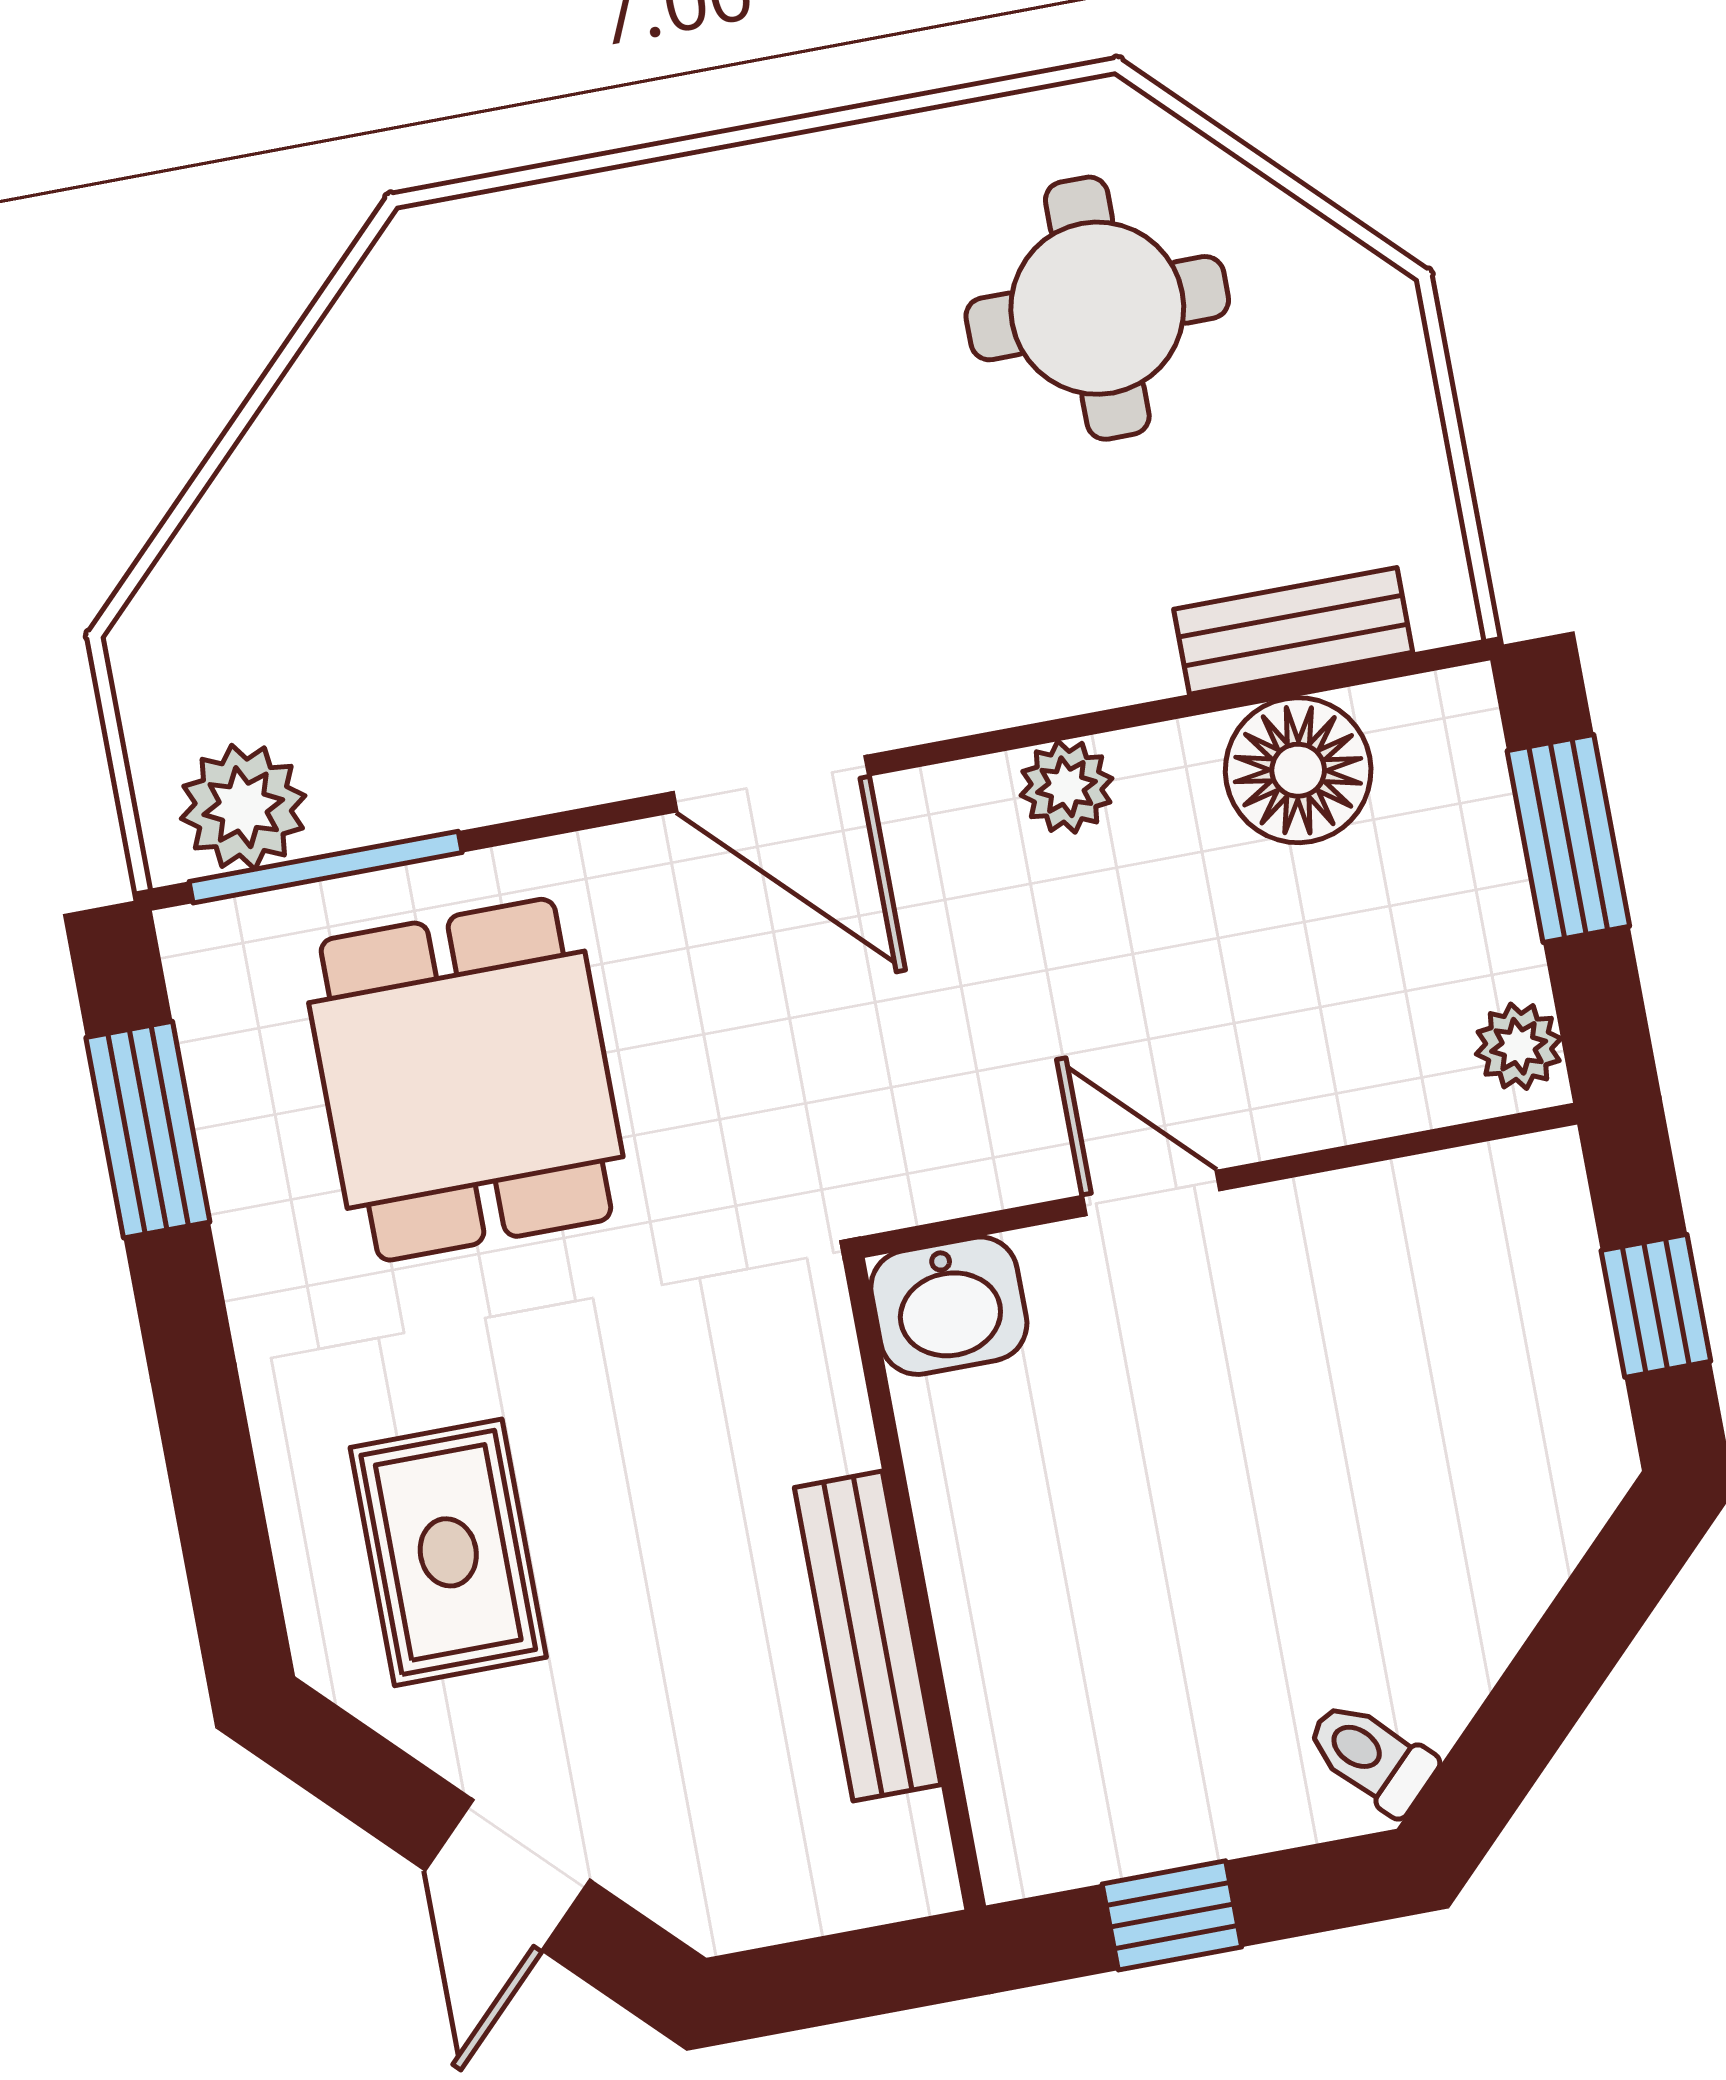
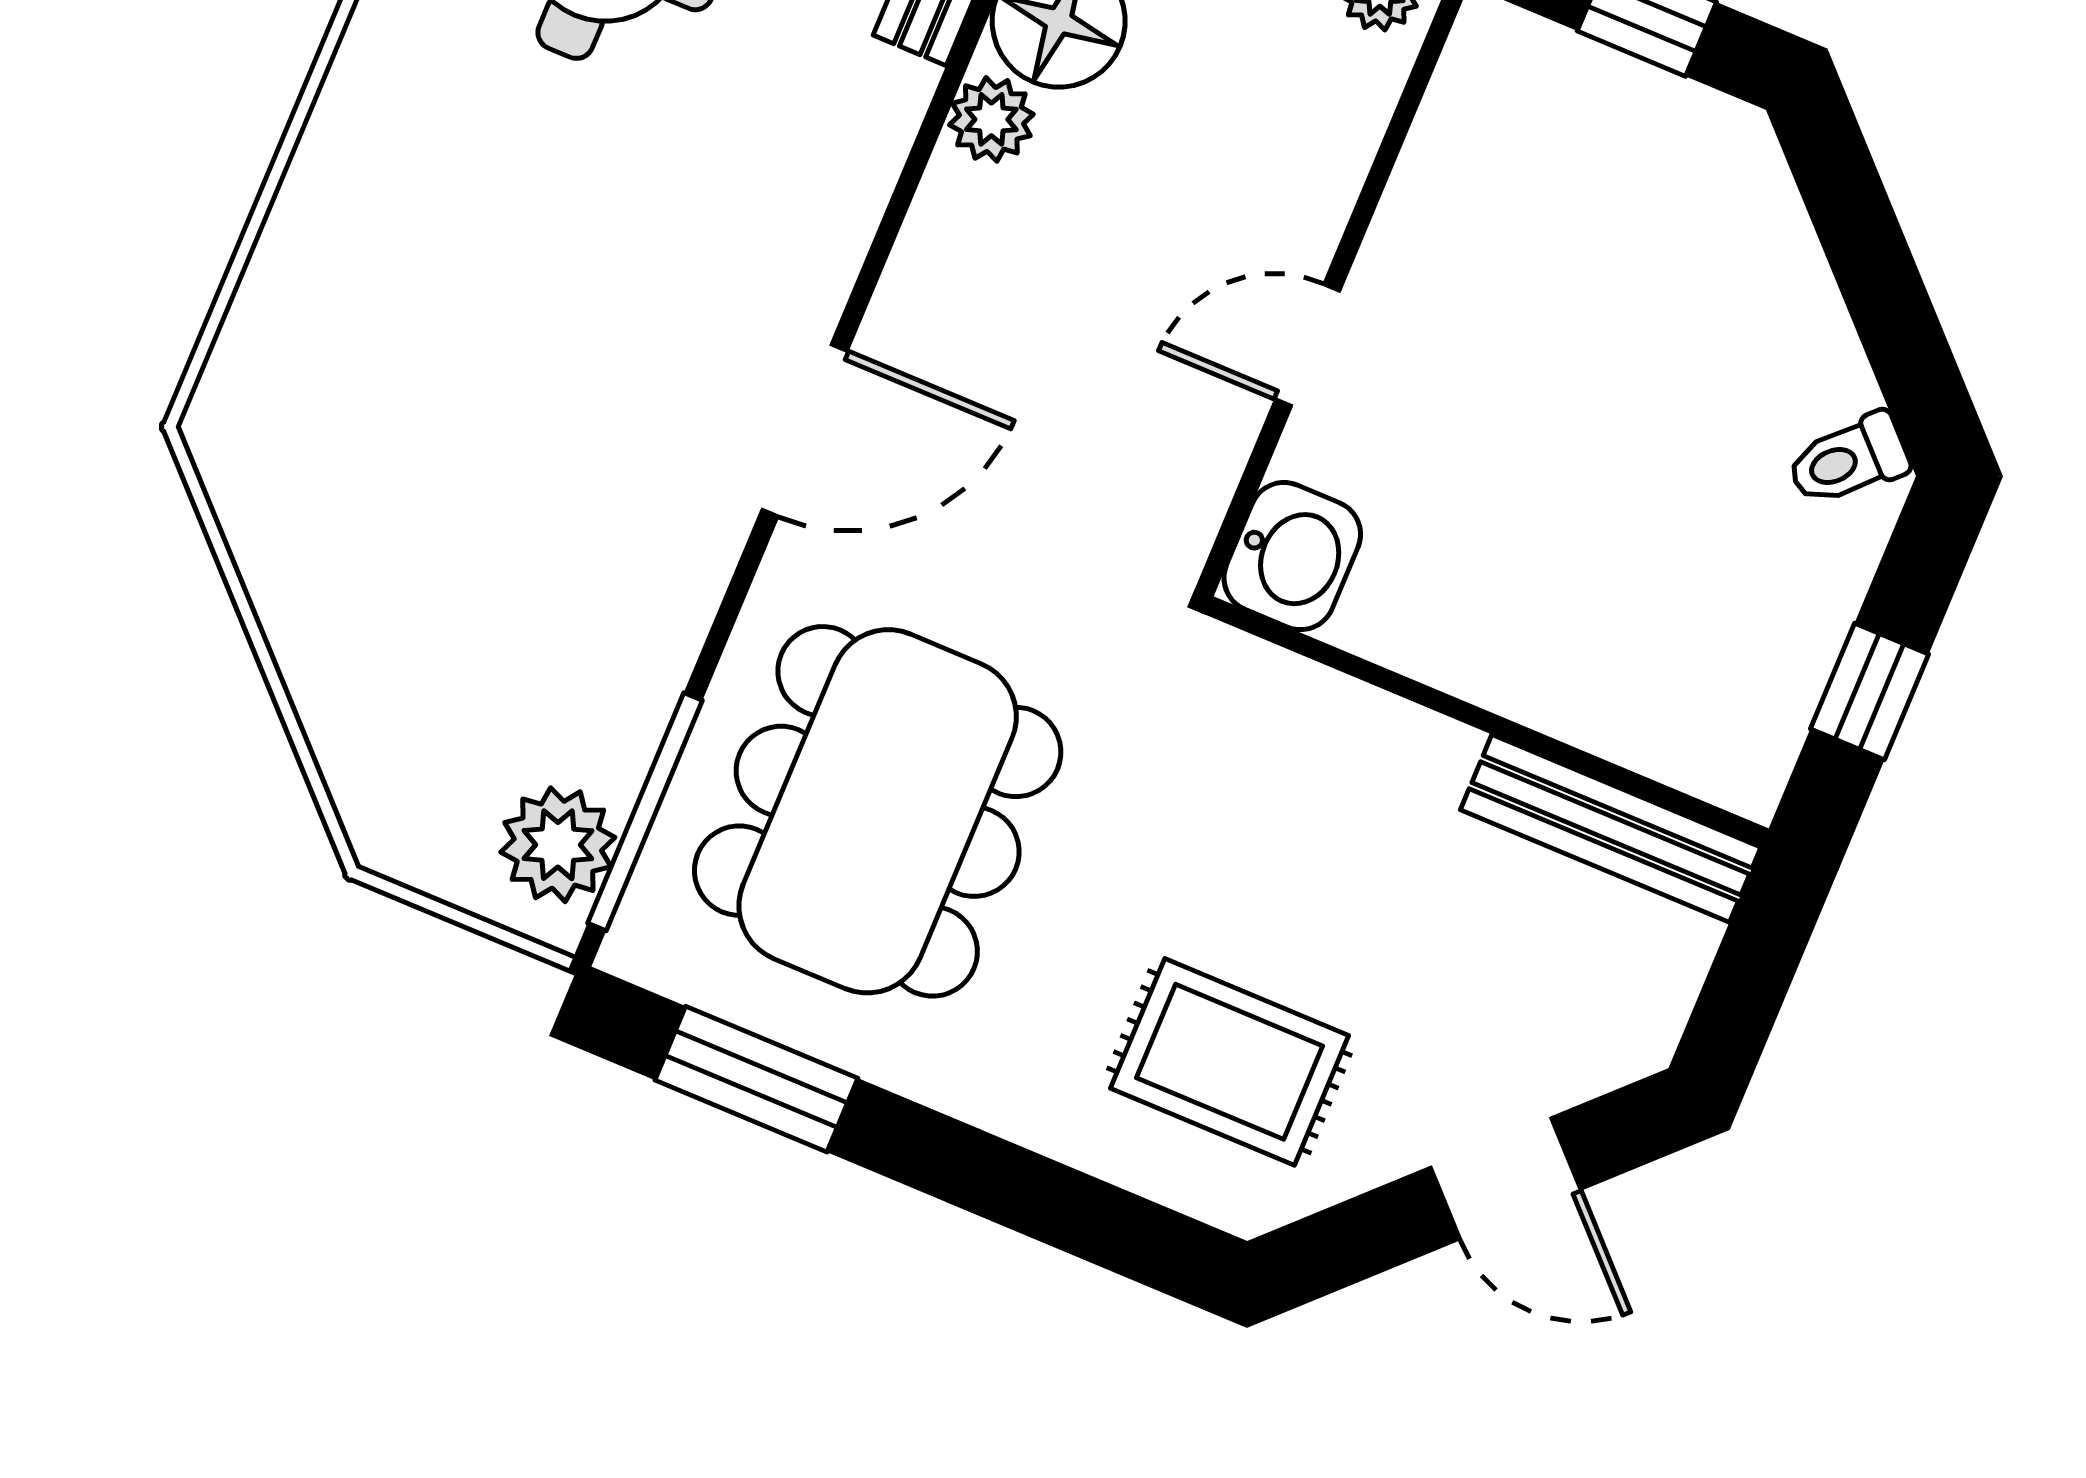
plant: (1066, 787) -> (991, 119), moved
dining table: (466, 1080) -> (878, 811), width x1.38
bench: (868, 1636) -> (1611, 828), moved

